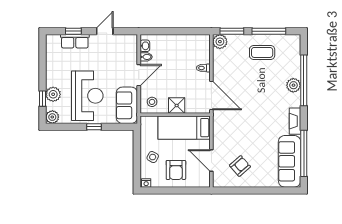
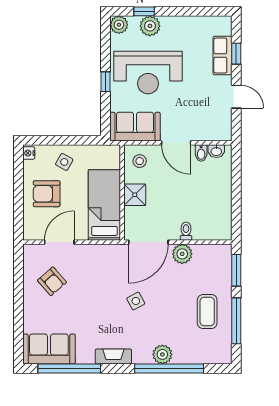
plant: (220, 42) -> (182, 254), moved
side table: (254, 105) -> (136, 301), added
sofa: (290, 161) -> (49, 349), width x0.73

